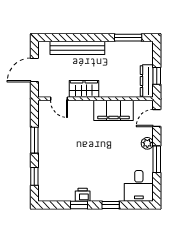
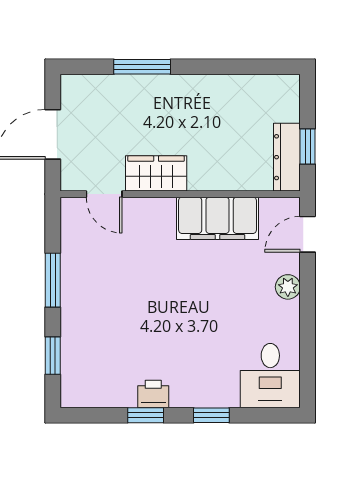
window: (128, 38) -> (142, 67), moved
bench: (77, 48) -> (142, 88), removed
window: (157, 159) -> (308, 320), removed

